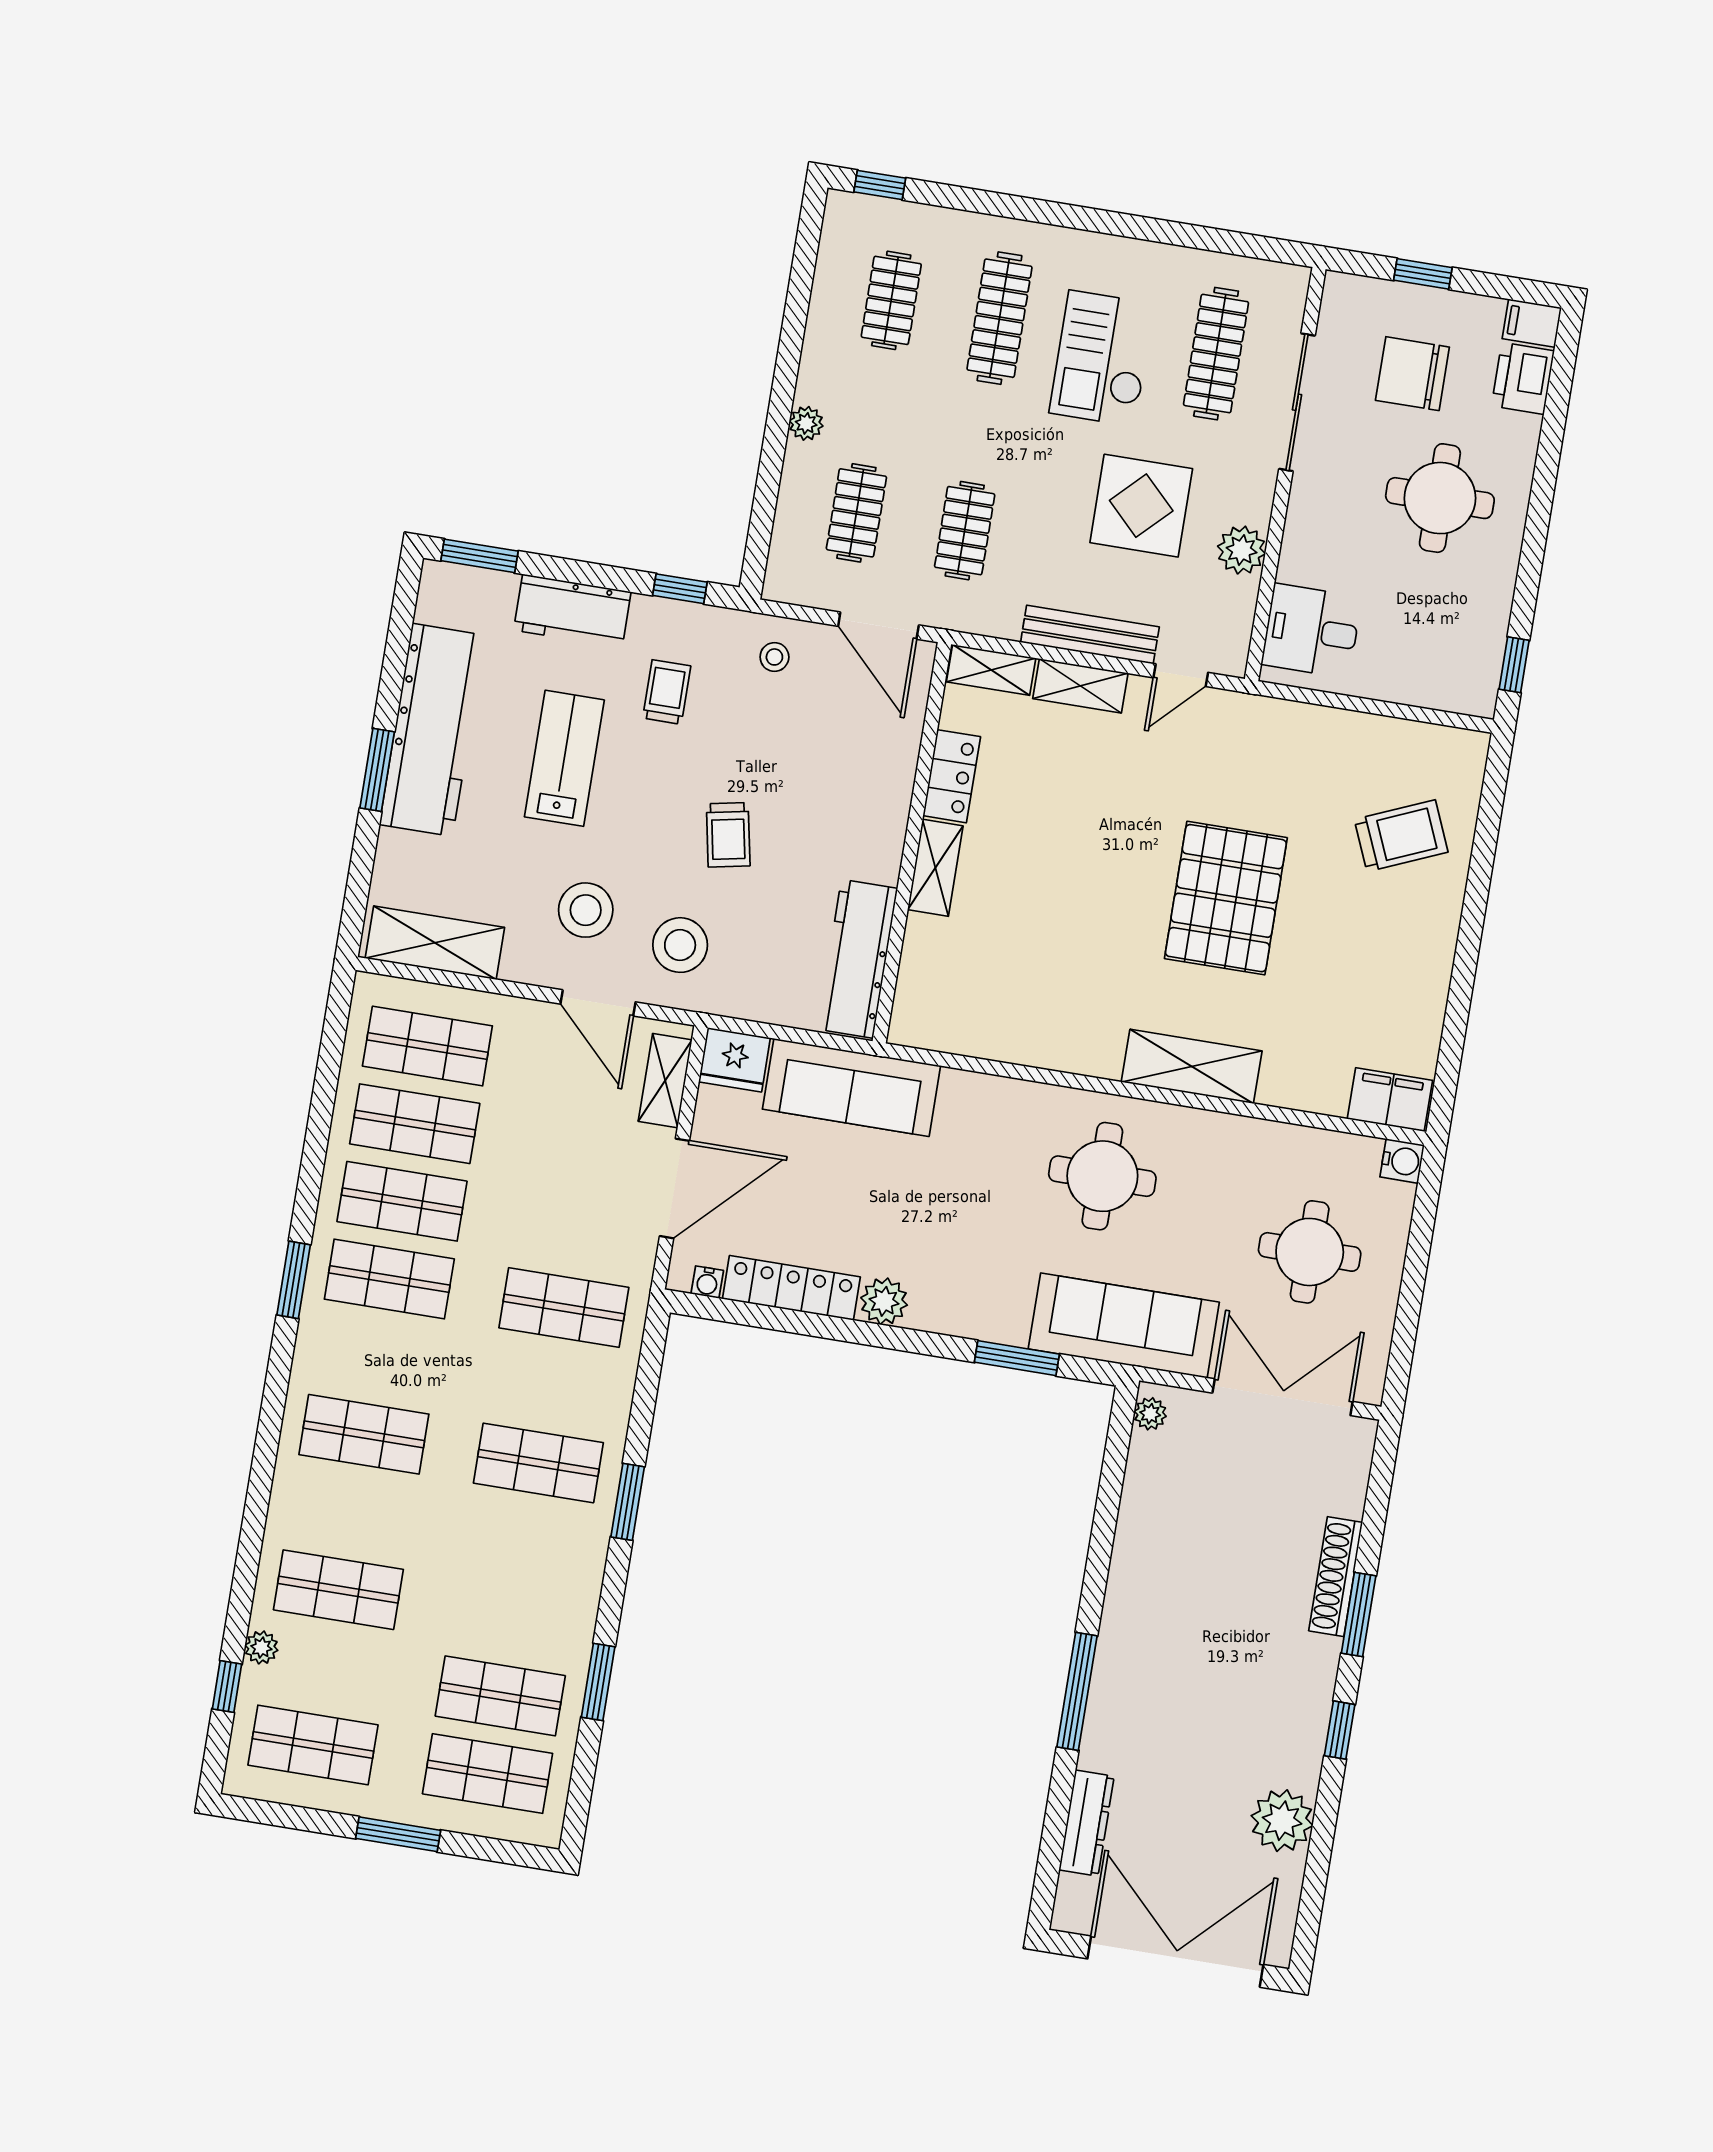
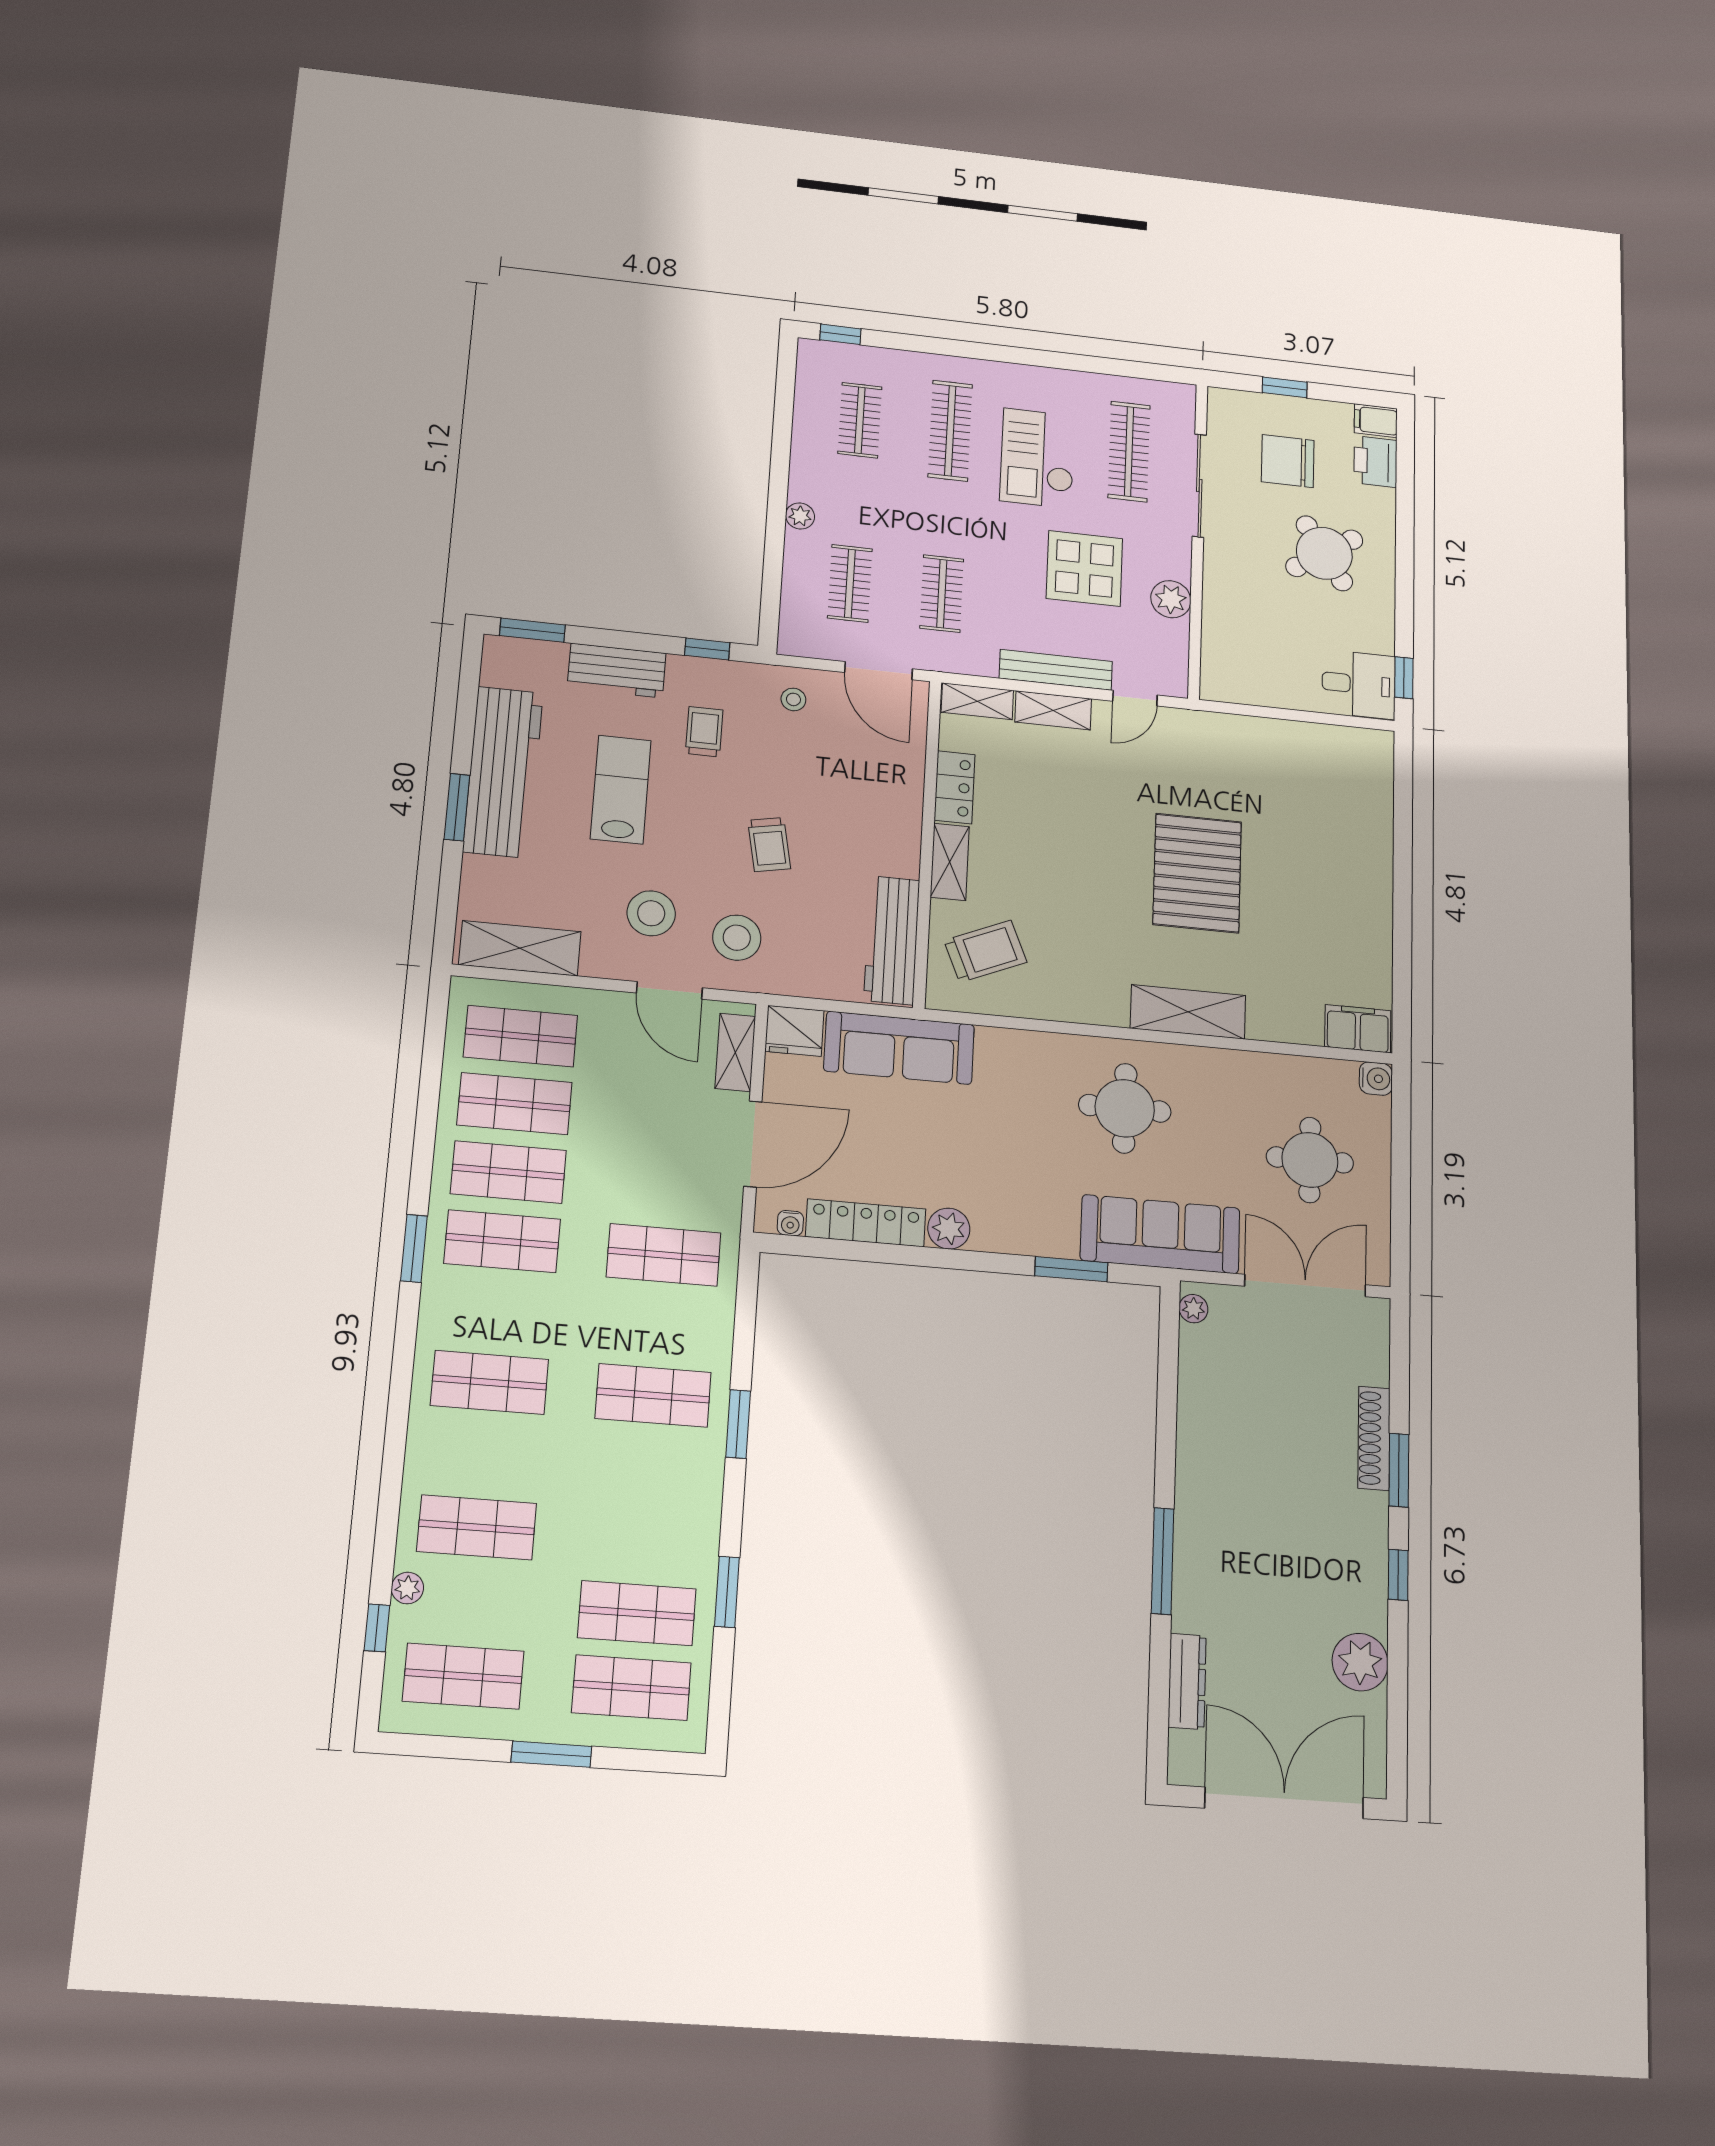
round table: (1440, 498) -> (1324, 553), turned -33
desk: (1312, 631) -> (1359, 684), moved, turned 180
trolley: (1401, 836) -> (985, 951), moved

